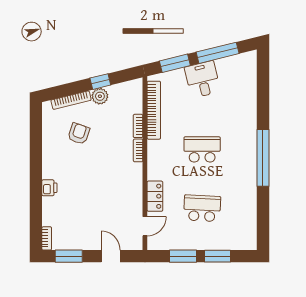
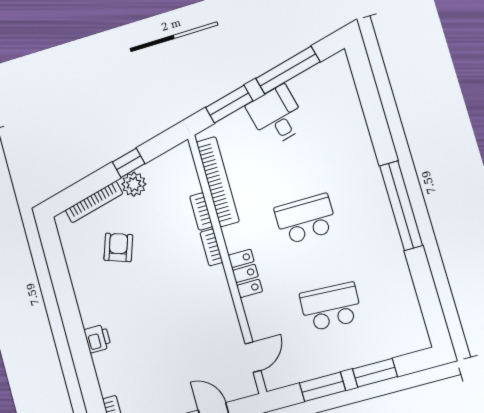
locker: (155, 196) -> (245, 273), moved

